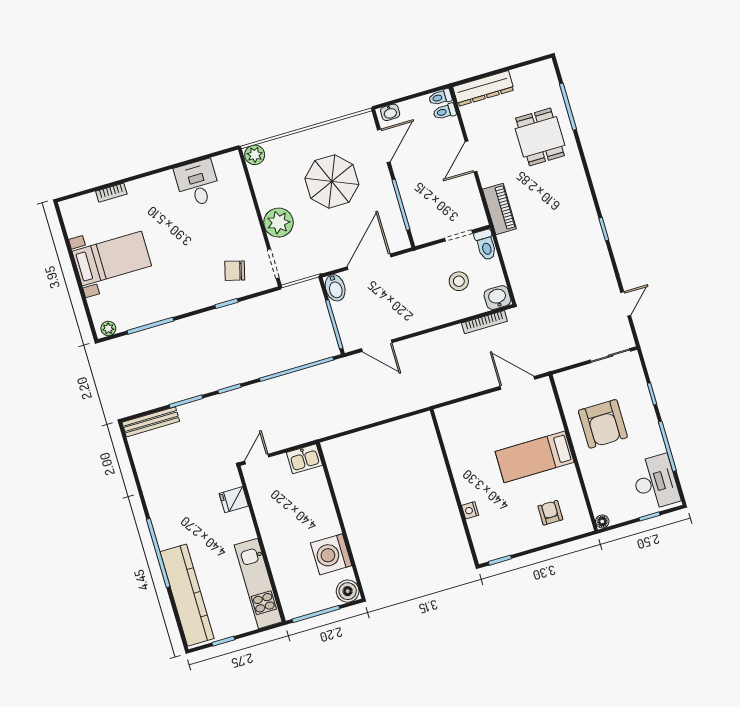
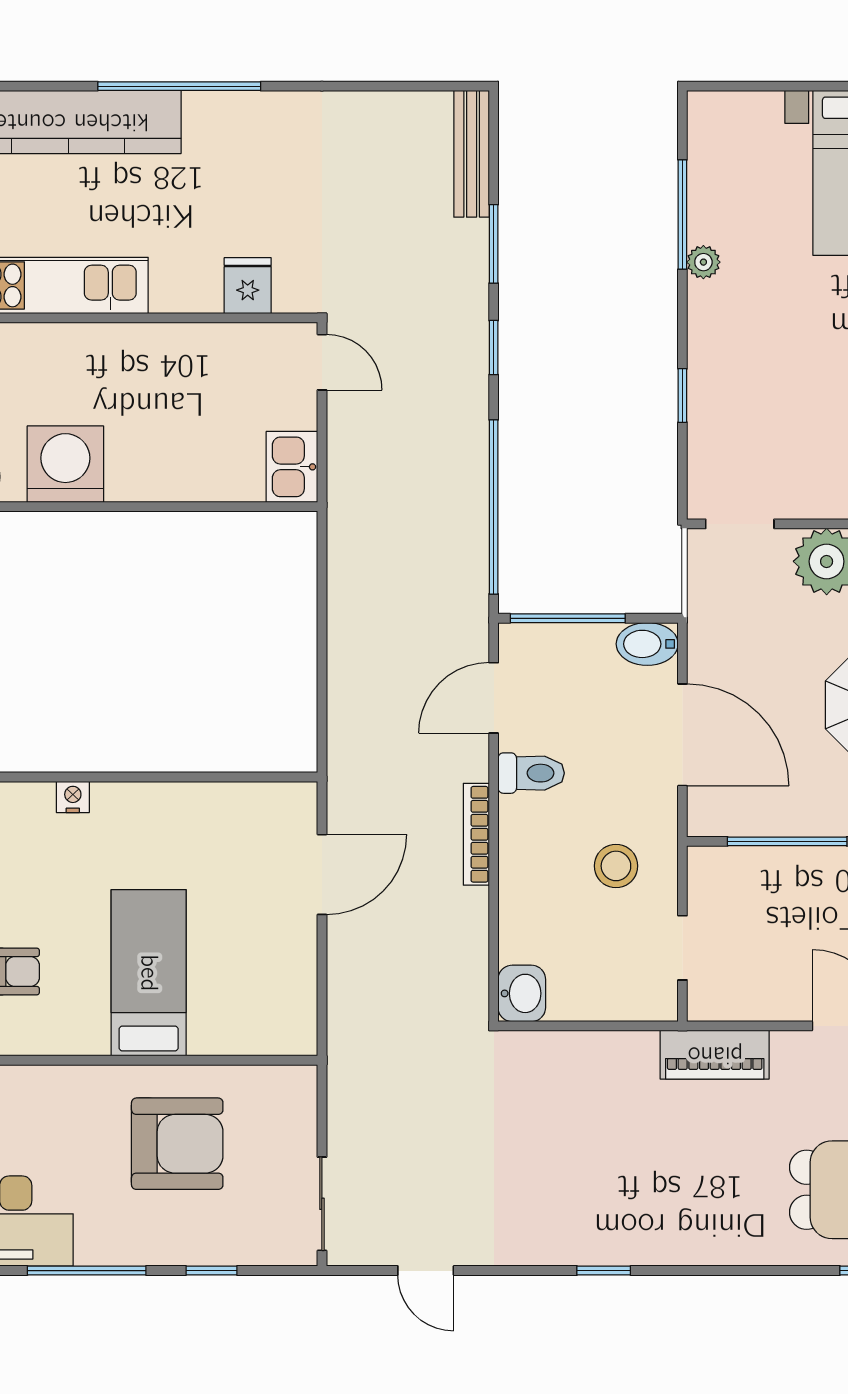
toilet: (486, 245) -> (531, 773), moved, turned 180
chair: (235, 271) -> (749, 435), removed
stool: (459, 281) -> (616, 866), moved
bookcase: (484, 322) -> (476, 834), moved
plant: (108, 328) -> (703, 262), moved
door: (517, 383) -> (322, 874), moved
armchair: (603, 424) -> (177, 1144), turned 180

